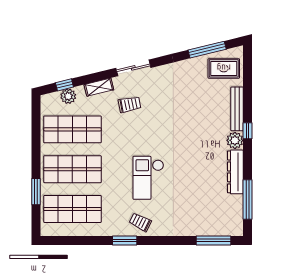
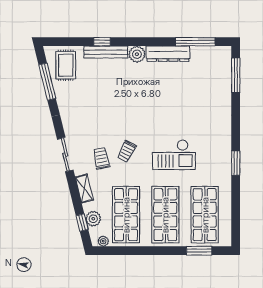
plant: (46, 106) -> (103, 241), added
window: (248, 131) -> (102, 42), moved
checkout: (148, 178) -> (174, 155), moved
window: (36, 192) -> (199, 251), moved
trolley: (140, 222) -> (127, 151), moved

